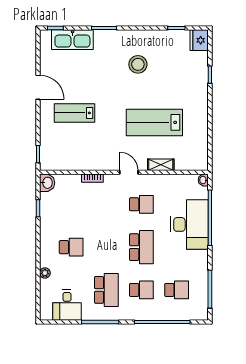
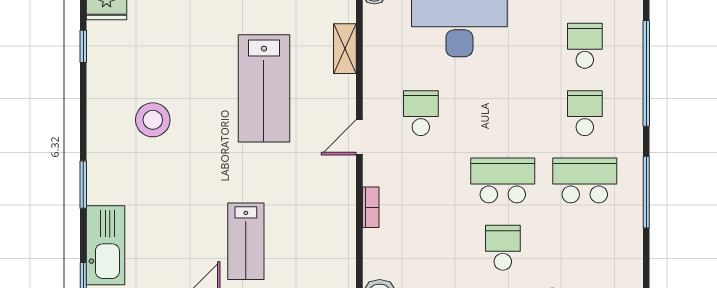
shelving: (161, 165) -> (345, 49), moved
school desk: (141, 247) -> (503, 180), moved
desk: (67, 305) -> (614, 256), removed

